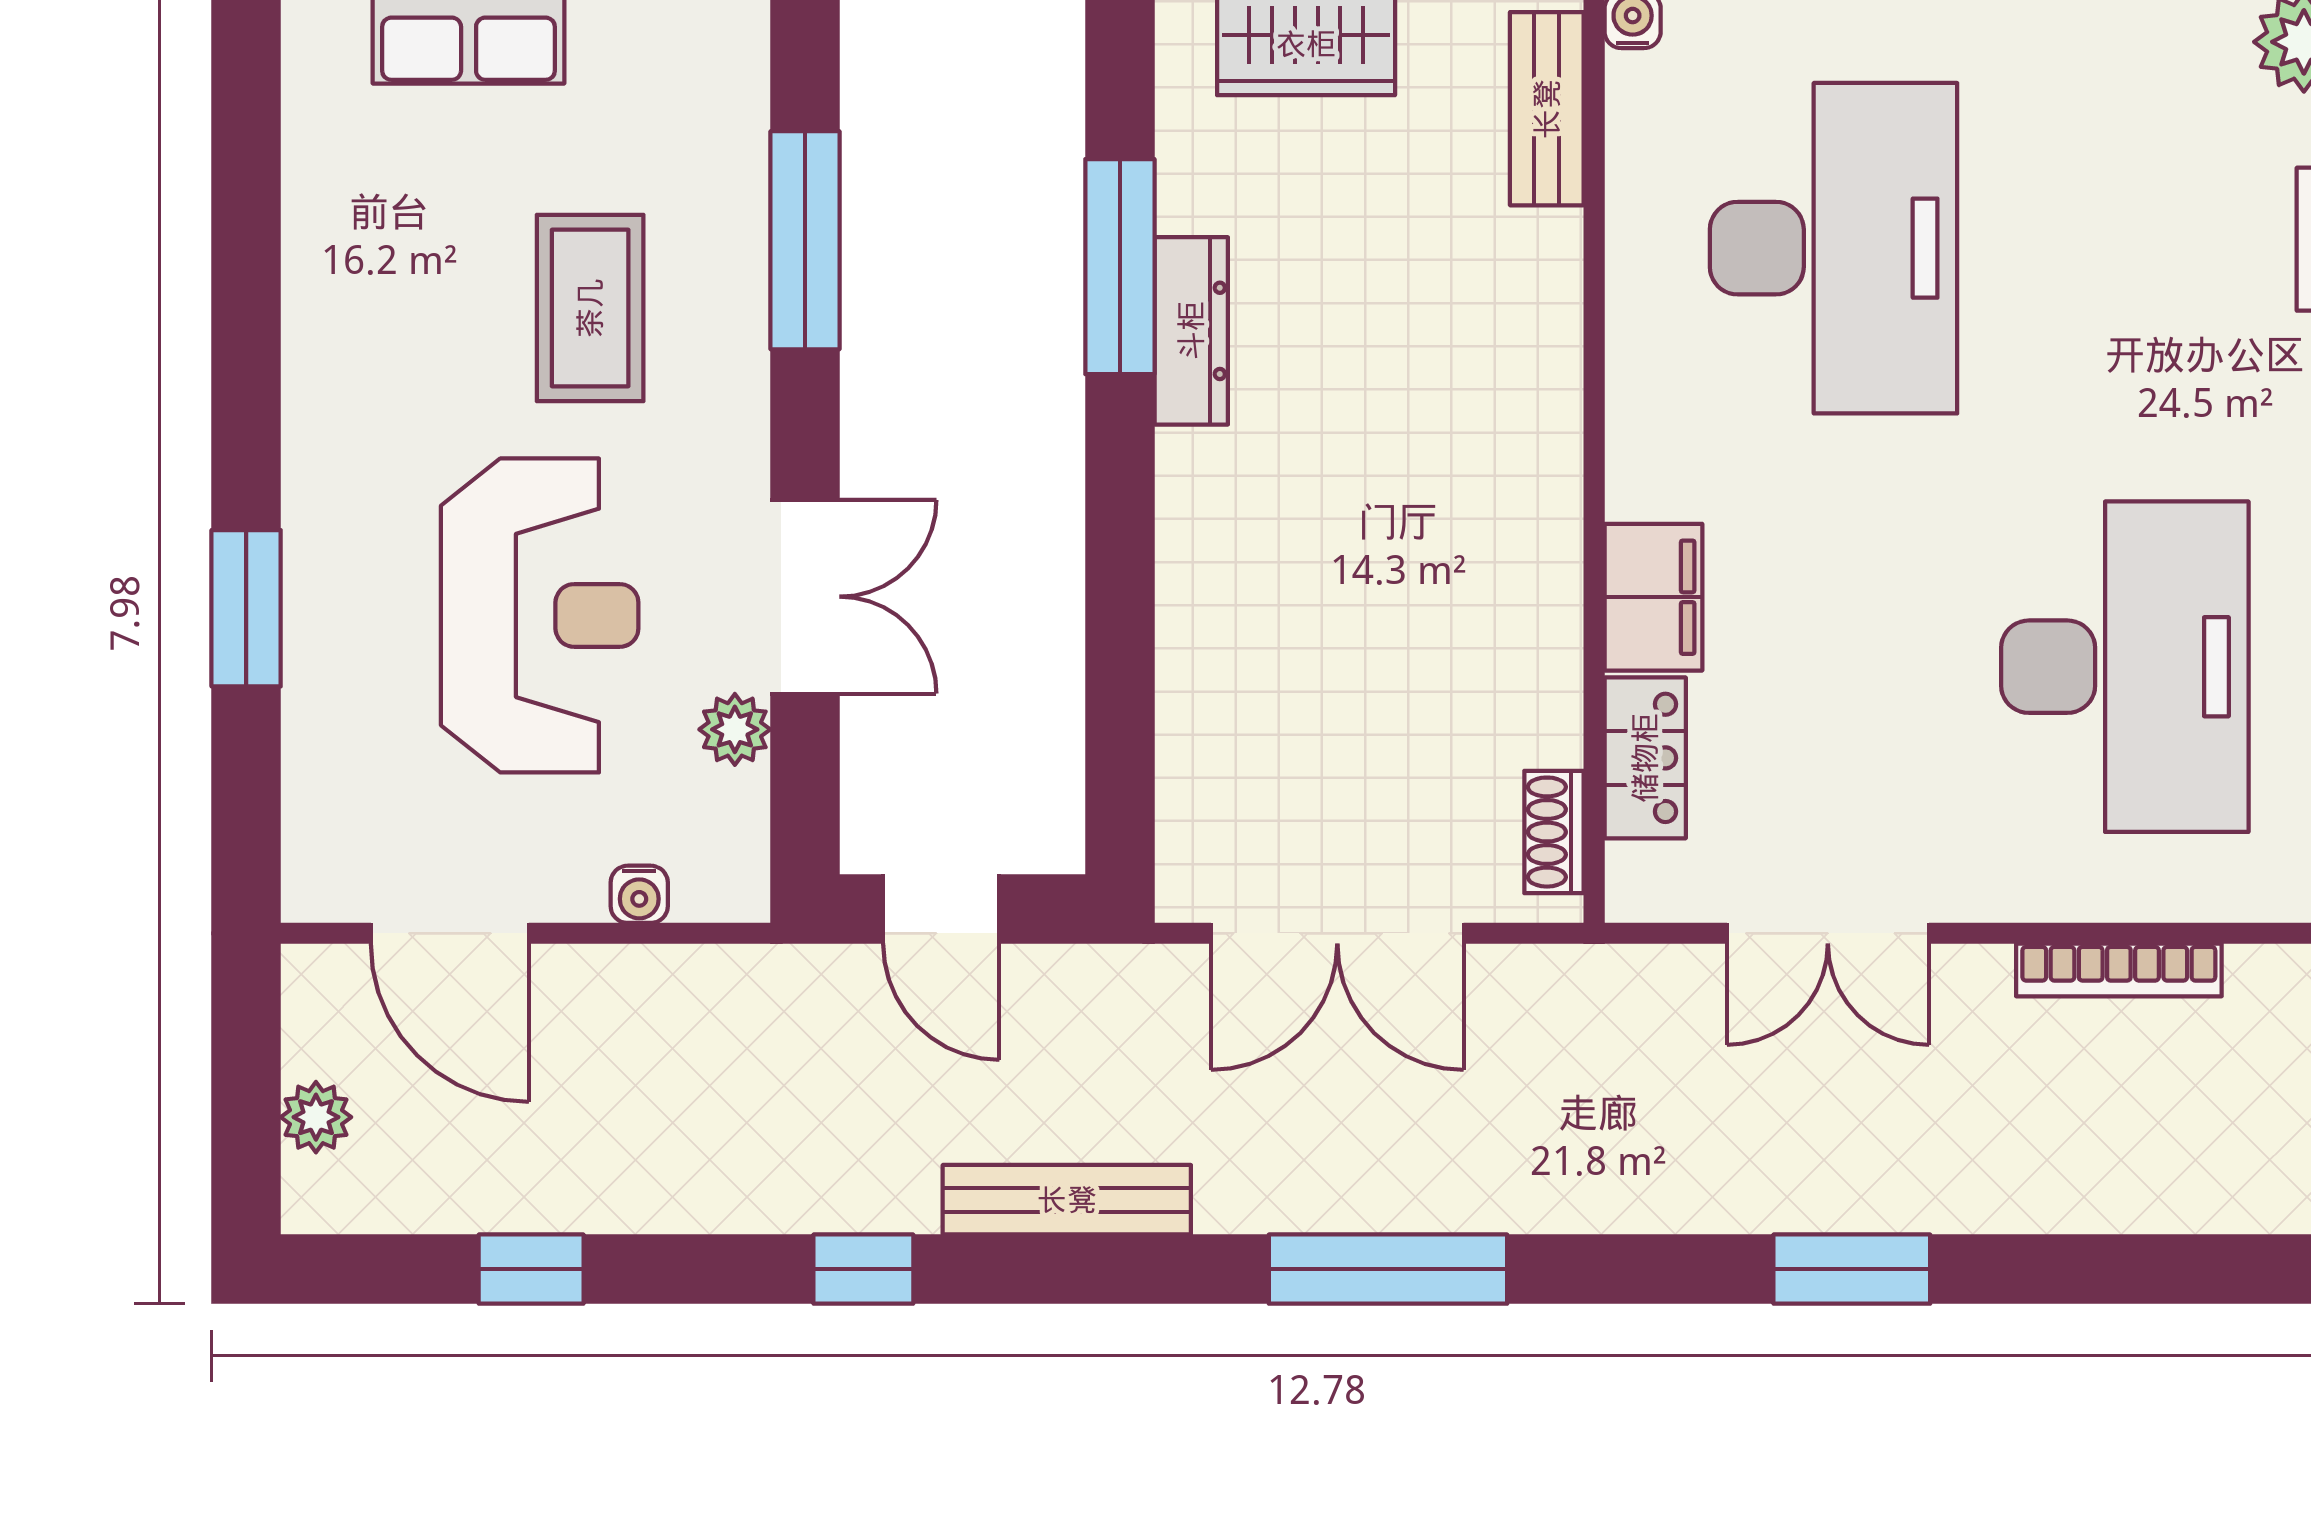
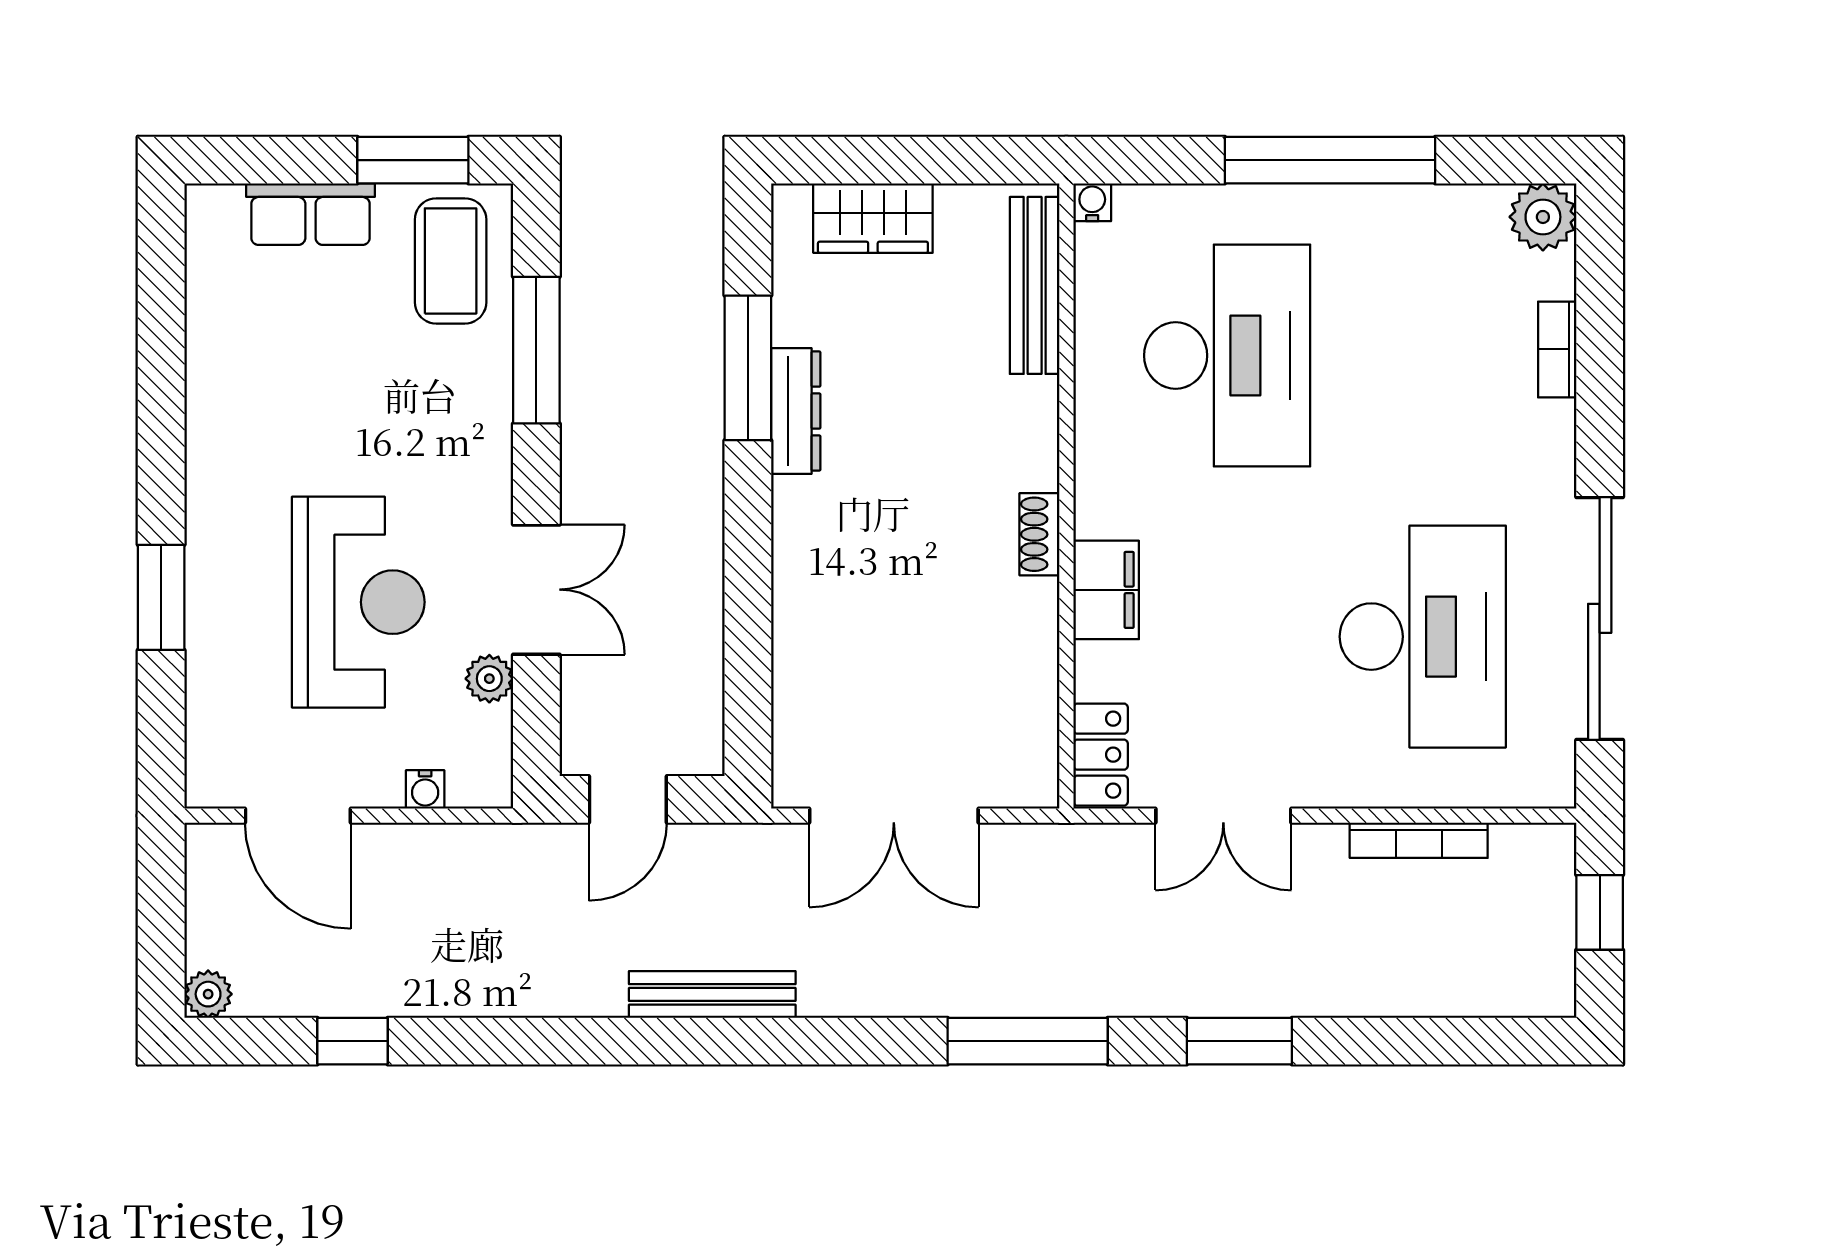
bench: (1547, 109) -> (1035, 285), width x1.36
coffee table: (590, 308) -> (451, 261), moved
locker: (1645, 758) -> (1101, 755), moved
shoe rack: (1554, 832) -> (1039, 534), moved
door: (941, 909) -> (628, 799), hinge flipped
plant: (316, 1117) -> (208, 994), moved
window: (863, 1269) -> (576, 1041), removed
window: (1388, 1269) -> (1028, 1041), moved

